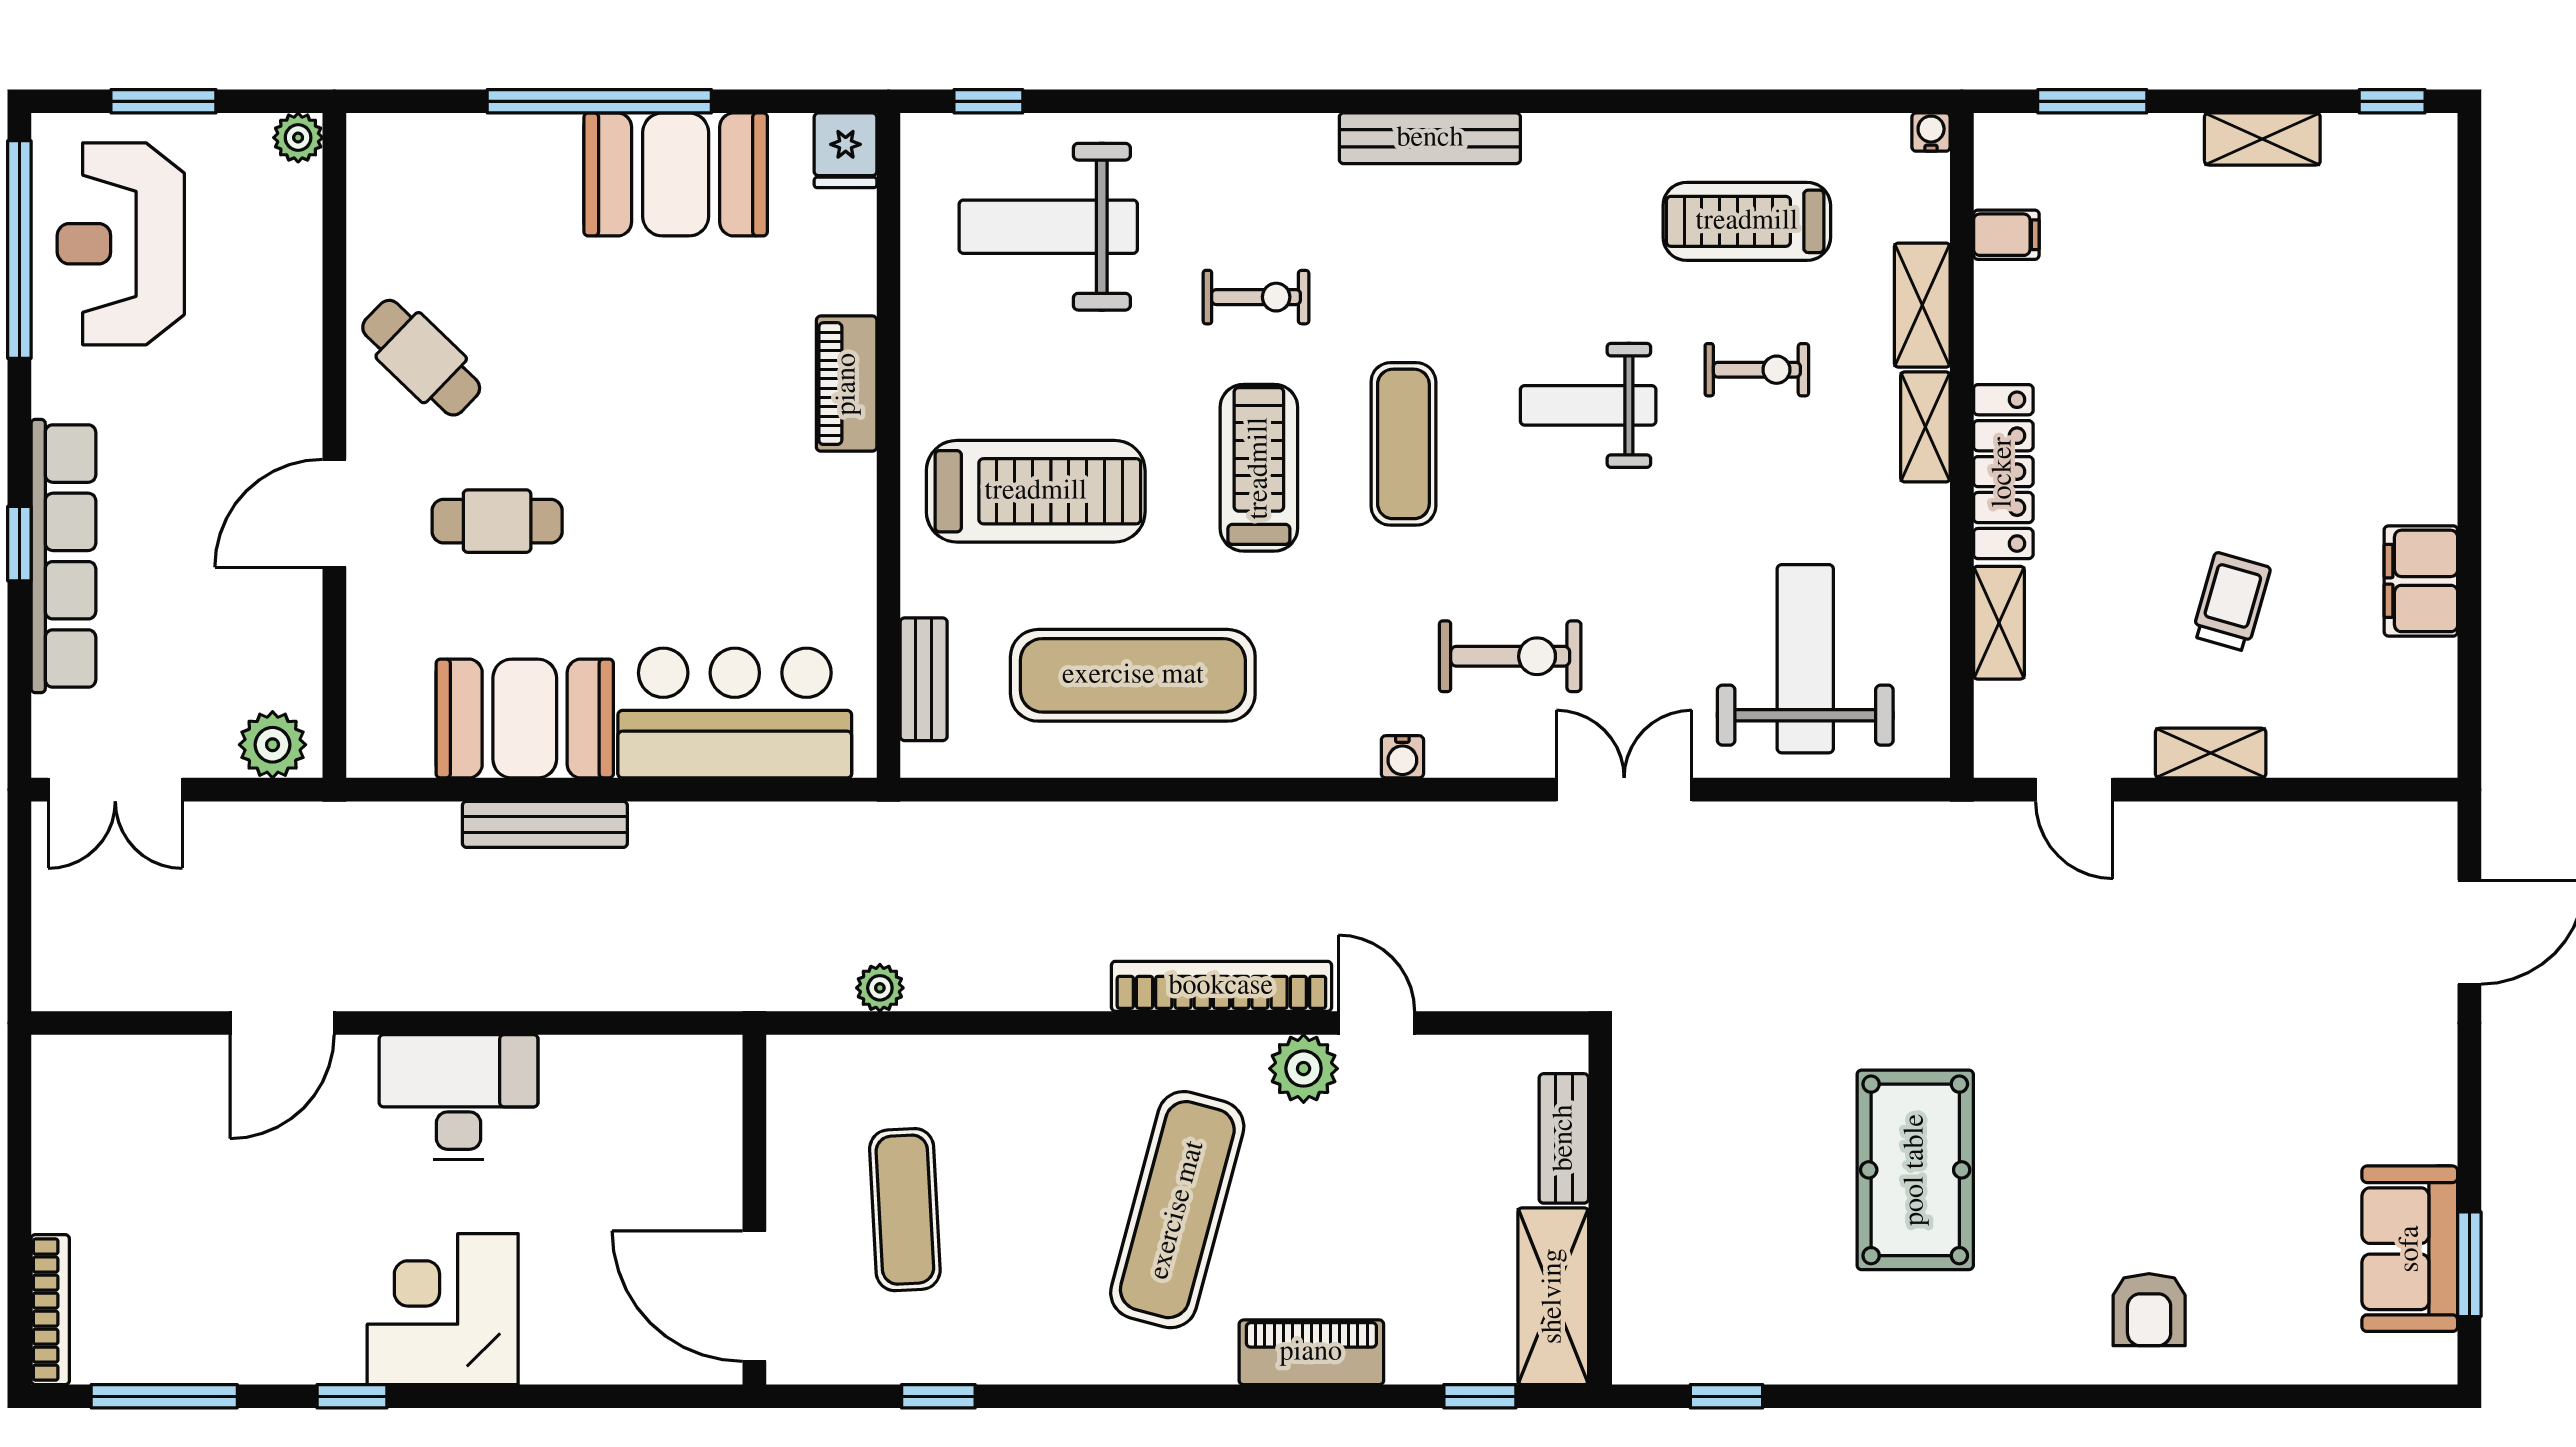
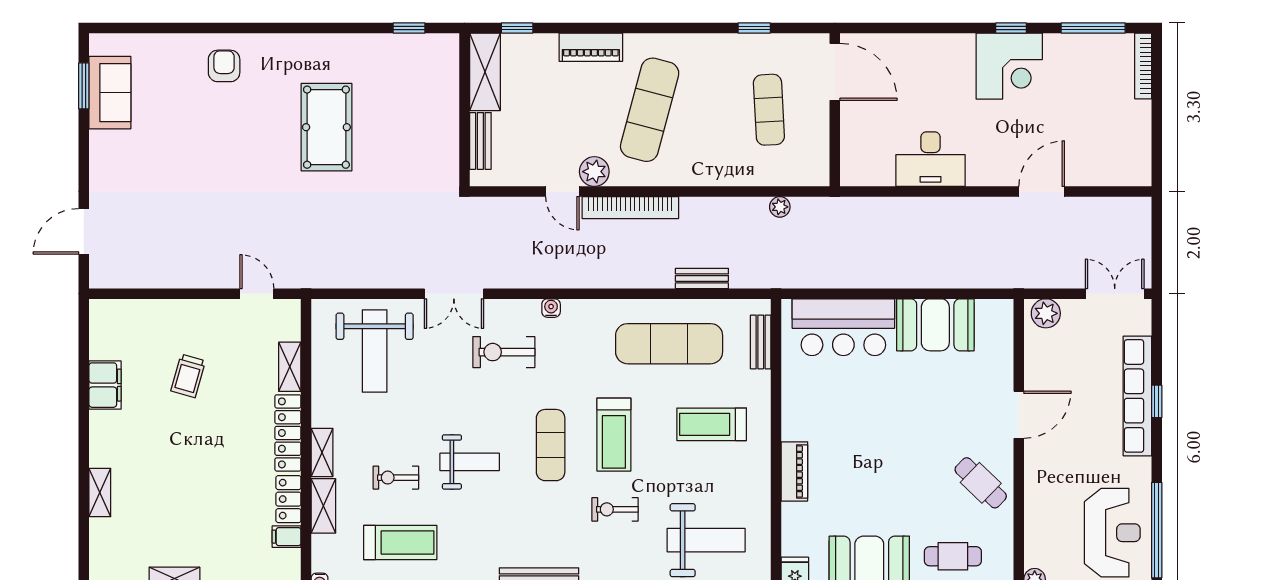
locker: (2002, 320) -> (288, 499), added
treadmill: (1036, 491) -> (712, 424), width x0.73, depth x0.73
cafe table: (497, 521) -> (953, 556), moved
shelving: (2211, 753) -> (100, 493), moved, turned 90
bench: (545, 824) -> (702, 278), moved, width x0.73
desk: (458, 1097) -> (930, 159), moved
corner desk: (443, 1309) -> (1009, 66), moved

